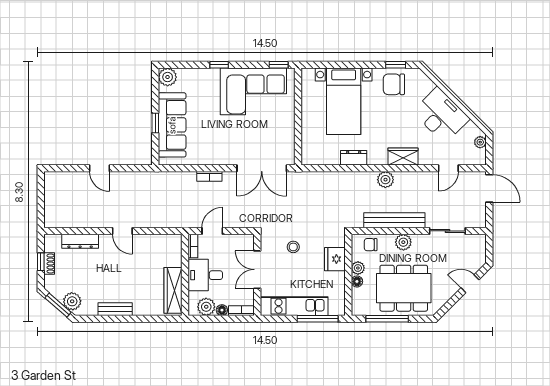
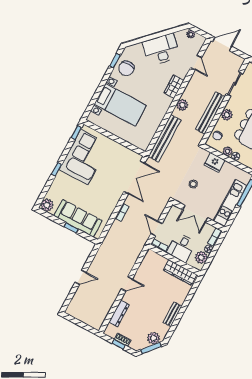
dresser: (354, 158) -> (158, 117), removed
bench: (332, 180) -> (165, 138), added

